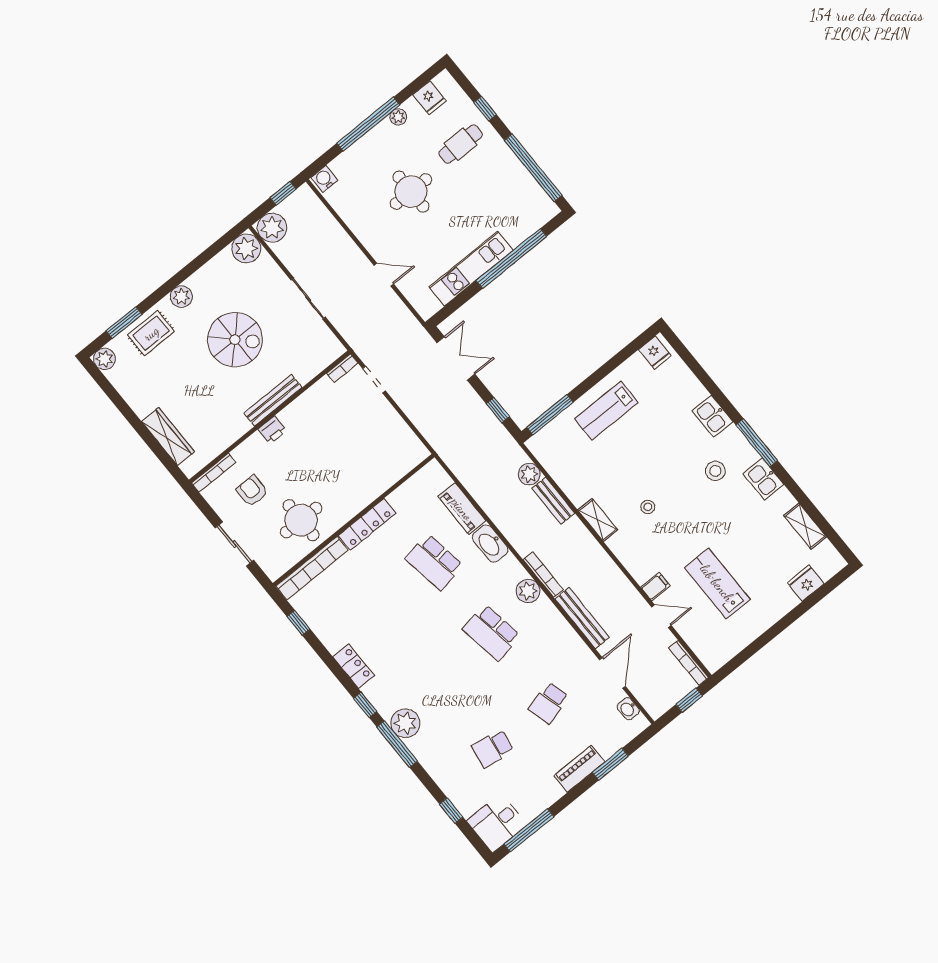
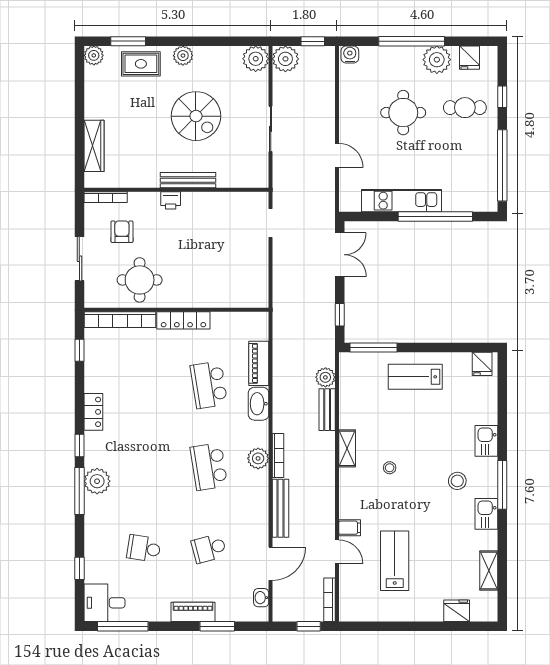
plant: (398, 117) -> (437, 60), width x1.88, depth x1.88
bookcase: (342, 368) -> (255, 197), removed

